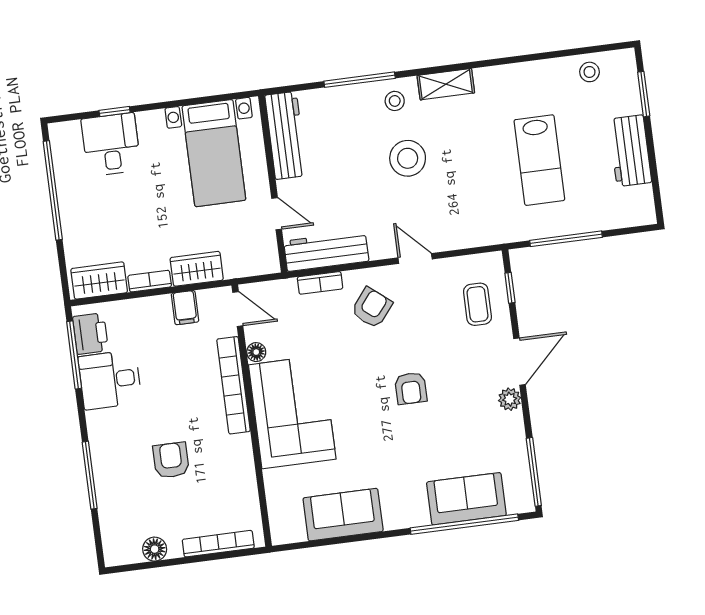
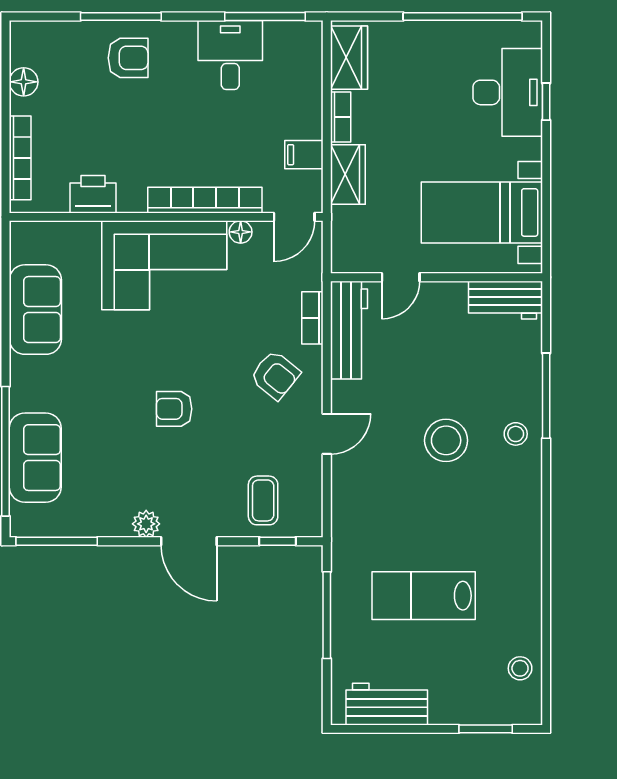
shelving: (446, 84) -> (528, 497), removed
workbench: (286, 135) -> (506, 300), width x0.73
desk: (111, 145) -> (508, 92), width x1.37
workbench: (630, 151) -> (387, 704), moved
coffee table: (477, 304) -> (263, 500), turned 90
printer: (90, 334) -> (93, 194), moved, turned 180
armchair: (171, 460) -> (128, 58), moved

